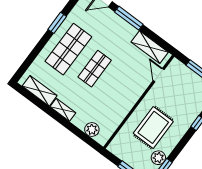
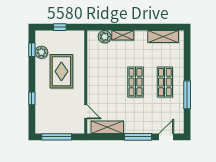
window: (57, 23) -> (187, 95), width x1.44
shop shelf: (68, 49) -> (165, 82), width x0.70, depth x0.74
shelving: (63, 110) -> (123, 35), moved

